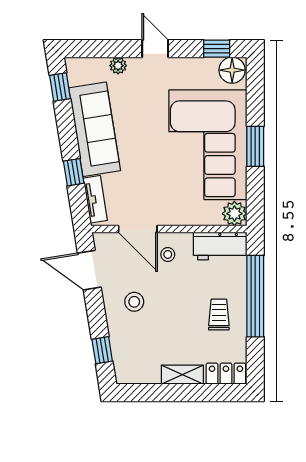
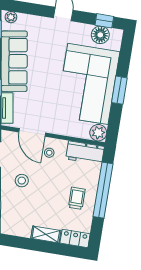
plant: (118, 66) -> (11, 17), moved
floor lamp: (232, 70) -> (100, 35), moved

